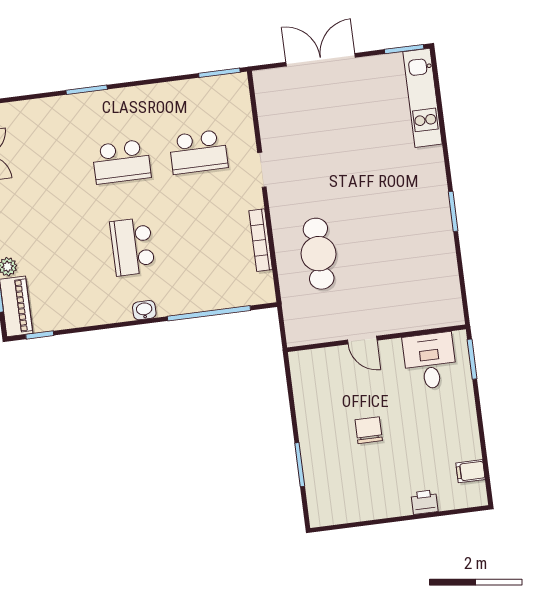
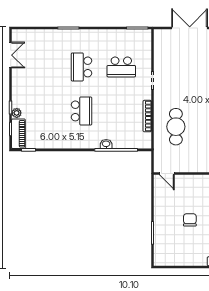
school desk: (122, 162) -> (82, 67), turned 90
school desk: (132, 247) -> (82, 111), turned 180
washbasin: (144, 310) -> (106, 144), moved
door: (362, 340) -> (167, 174), moved

